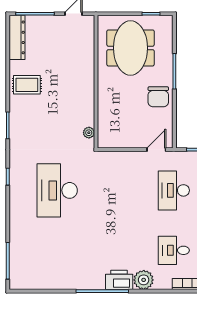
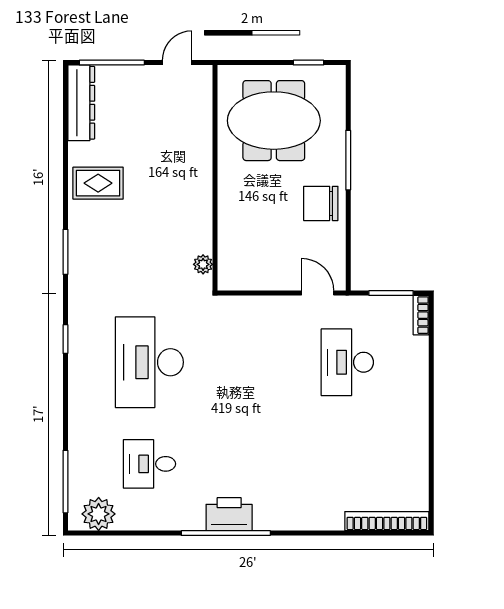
meeting table: (131, 48) -> (274, 121), turned 90
chair: (158, 97) -> (321, 203), turned 90
door: (156, 150) -> (318, 293), hinge flipped
desk: (174, 250) -> (149, 464), moved
printer: (119, 280) -> (229, 514), moved
plant: (144, 280) -> (99, 514), moved

